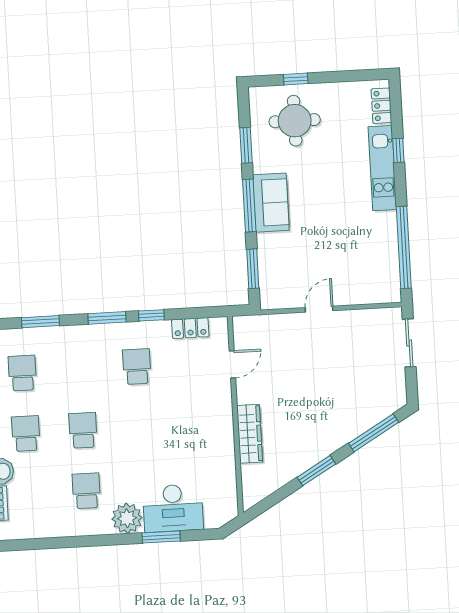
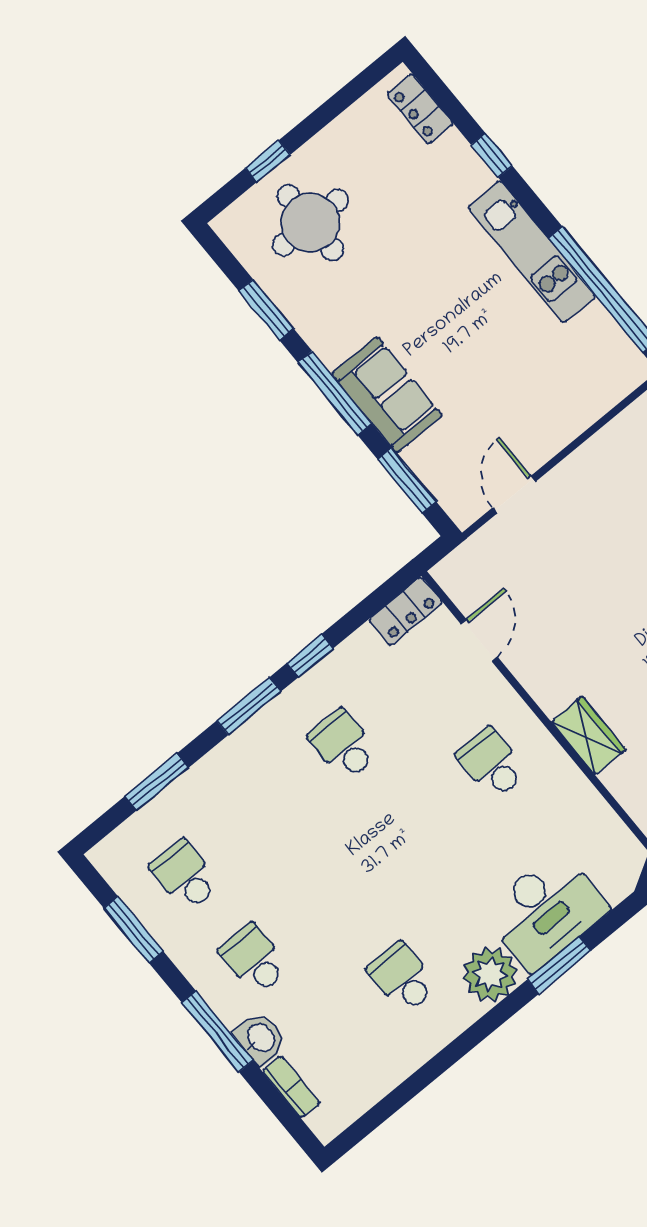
kitchen unit: (382, 168) -> (532, 252), moved
sofa: (271, 203) -> (387, 395), moved
door: (319, 309) -> (514, 495), moved
locker: (190, 328) -> (406, 611), moved
school desk: (83, 430) -> (492, 763), moved
wardrobe: (250, 434) -> (588, 736), width x0.67

